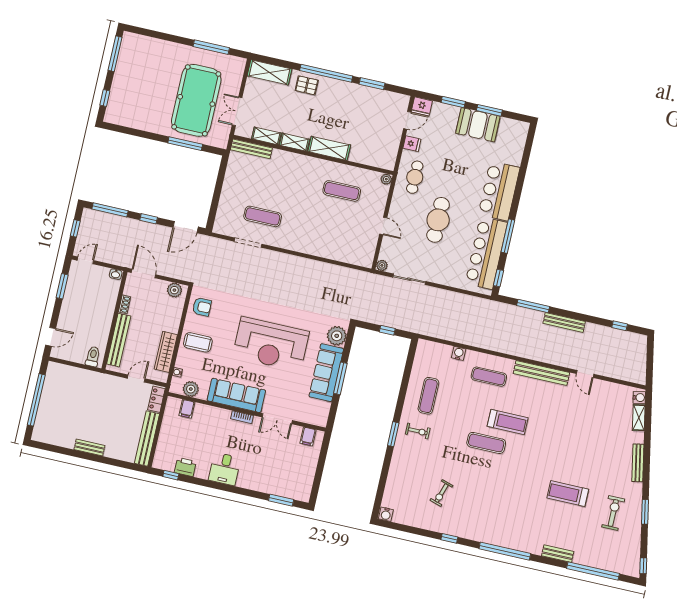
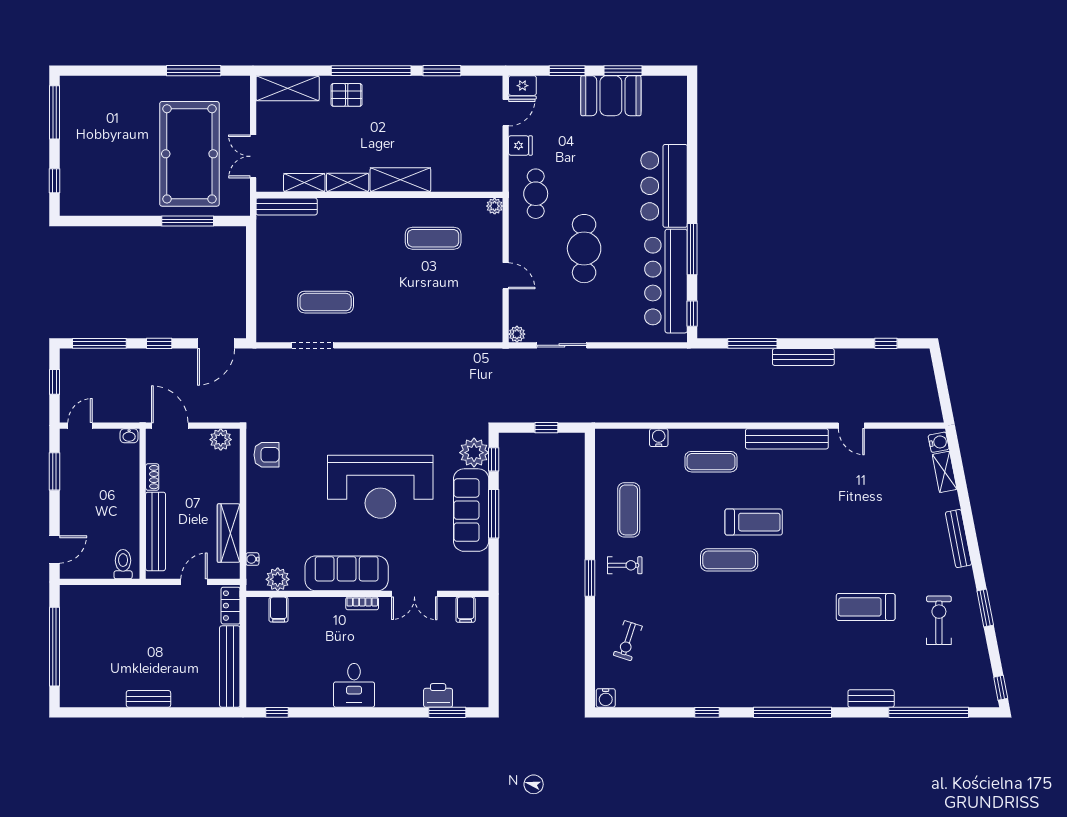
coffee table: (198, 342) -> (273, 508), removed
window: (348, 343) -> (494, 459), added
printer: (185, 467) -> (438, 695), moved
exercise bike: (442, 493) -> (628, 641), moved

